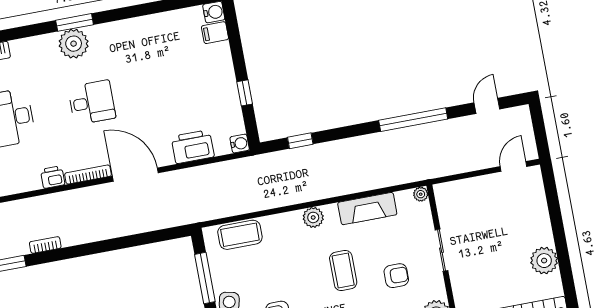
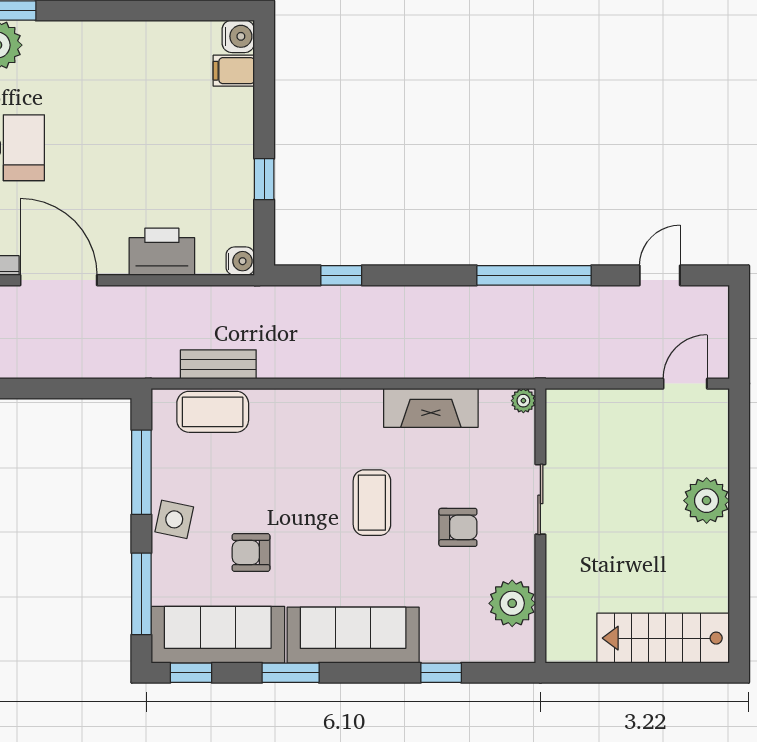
bench: (238, 206) -> (218, 364), added
plant: (313, 217) -> (339, 406), removed
plant: (544, 261) -> (707, 501), moved

